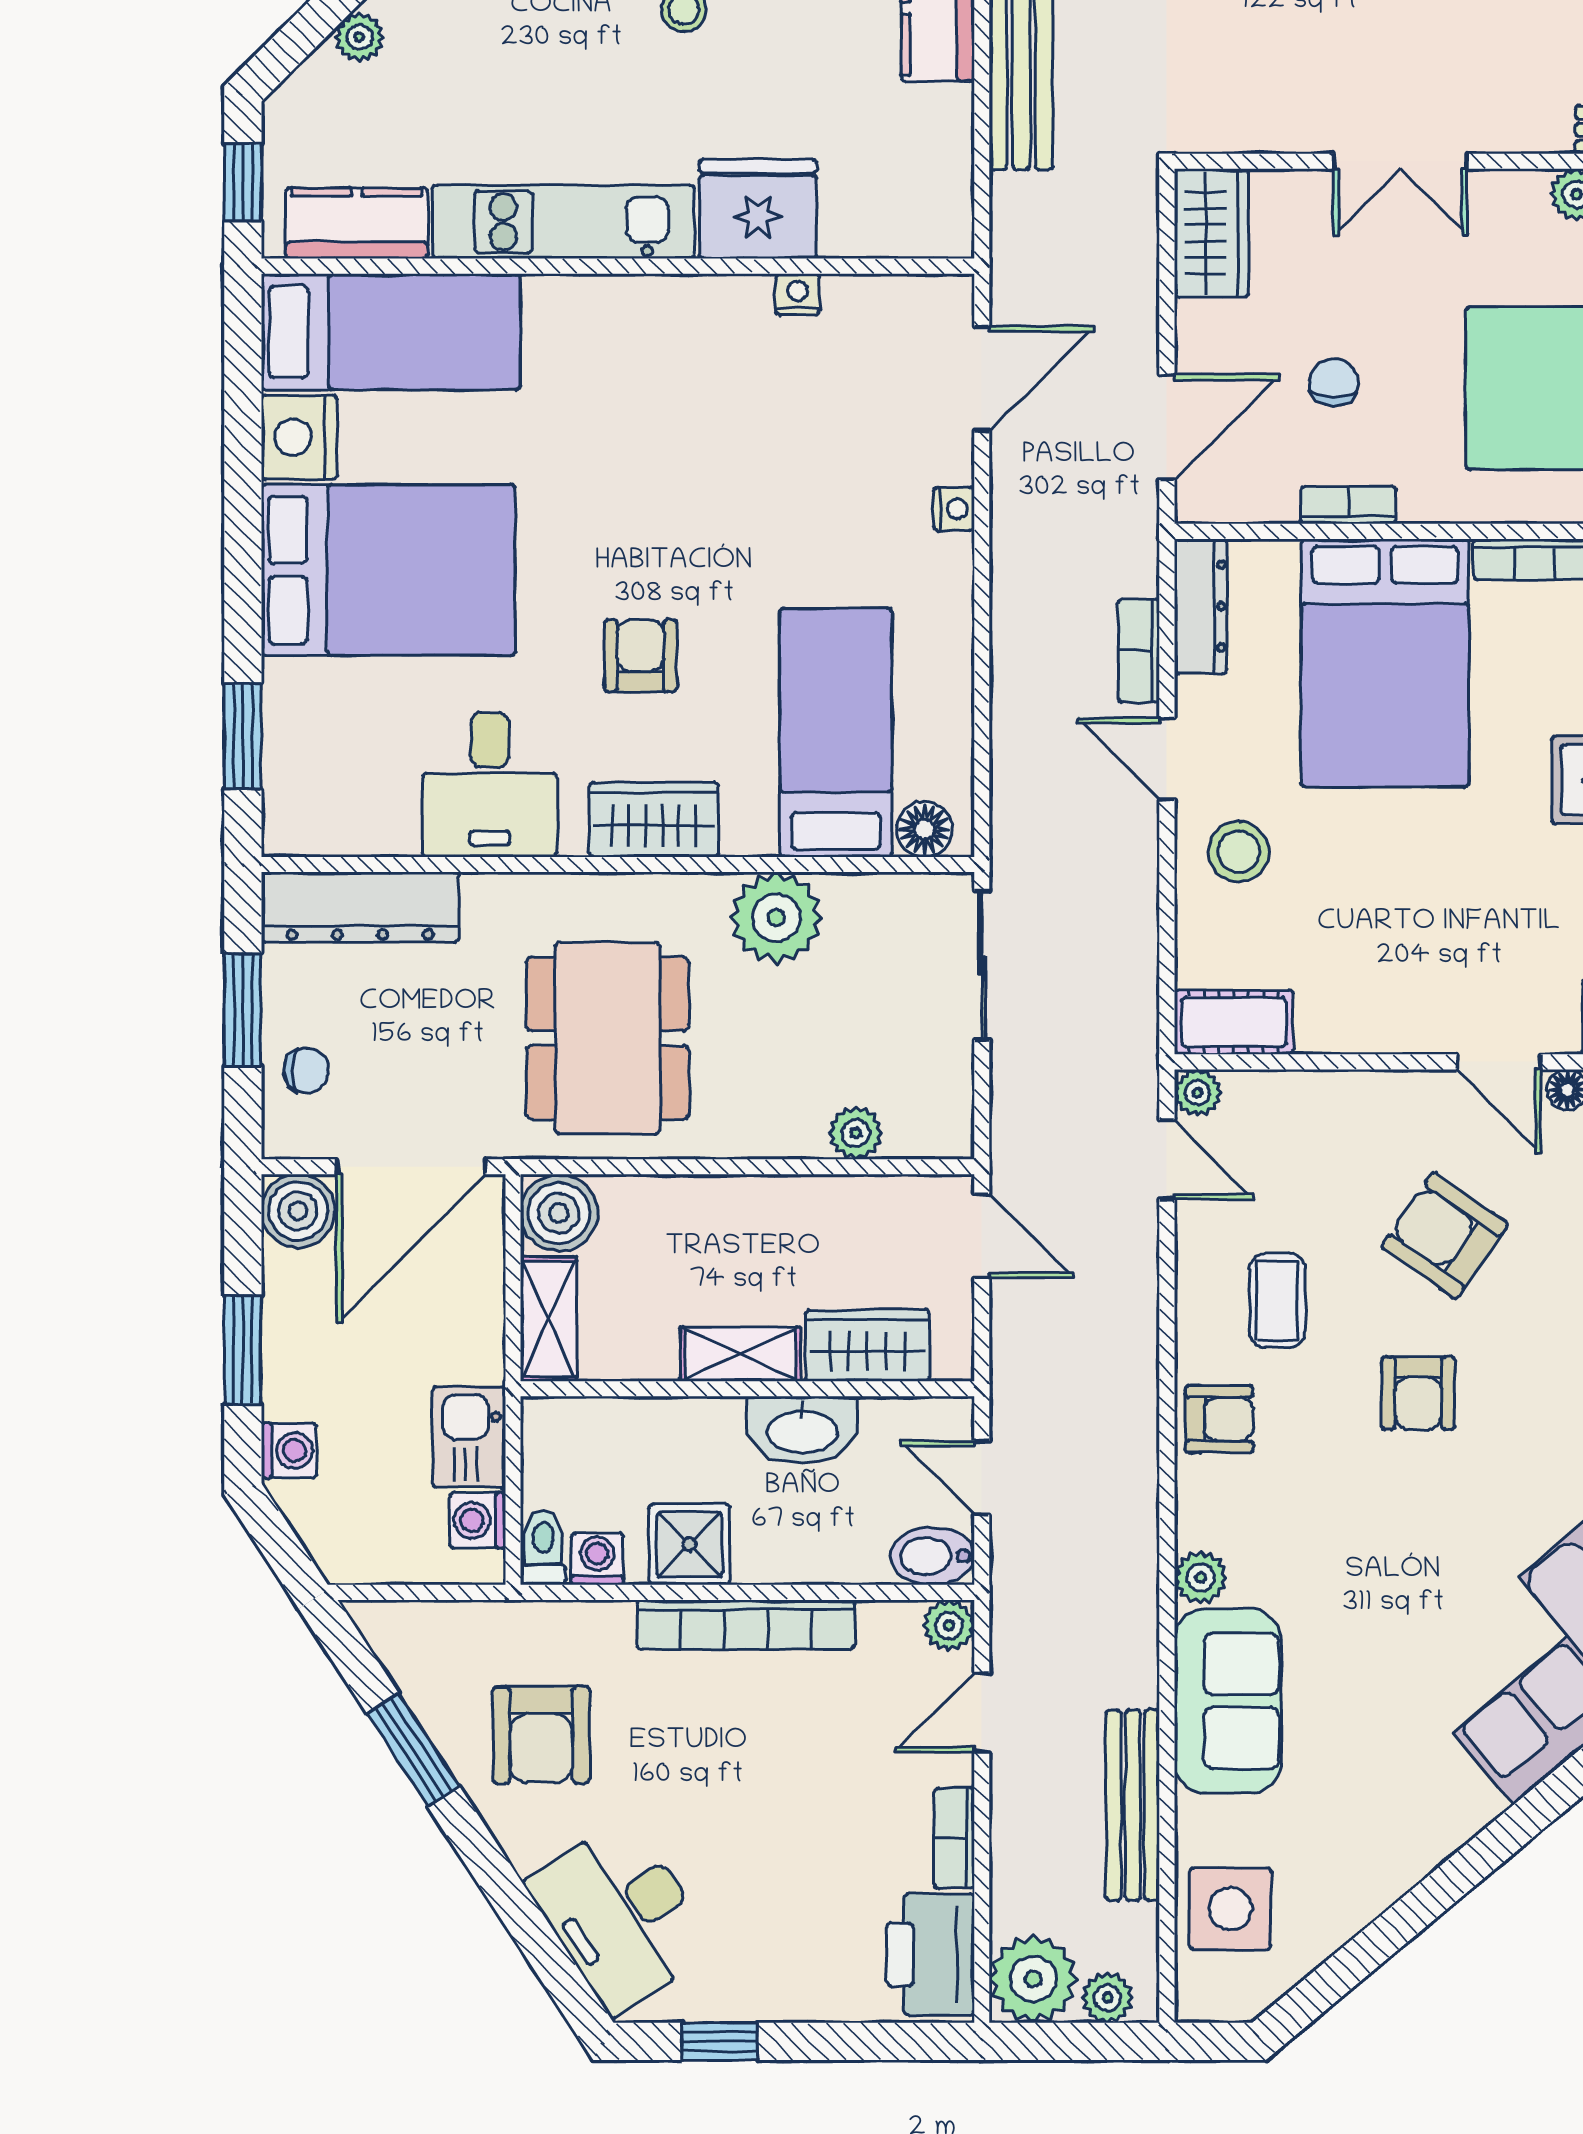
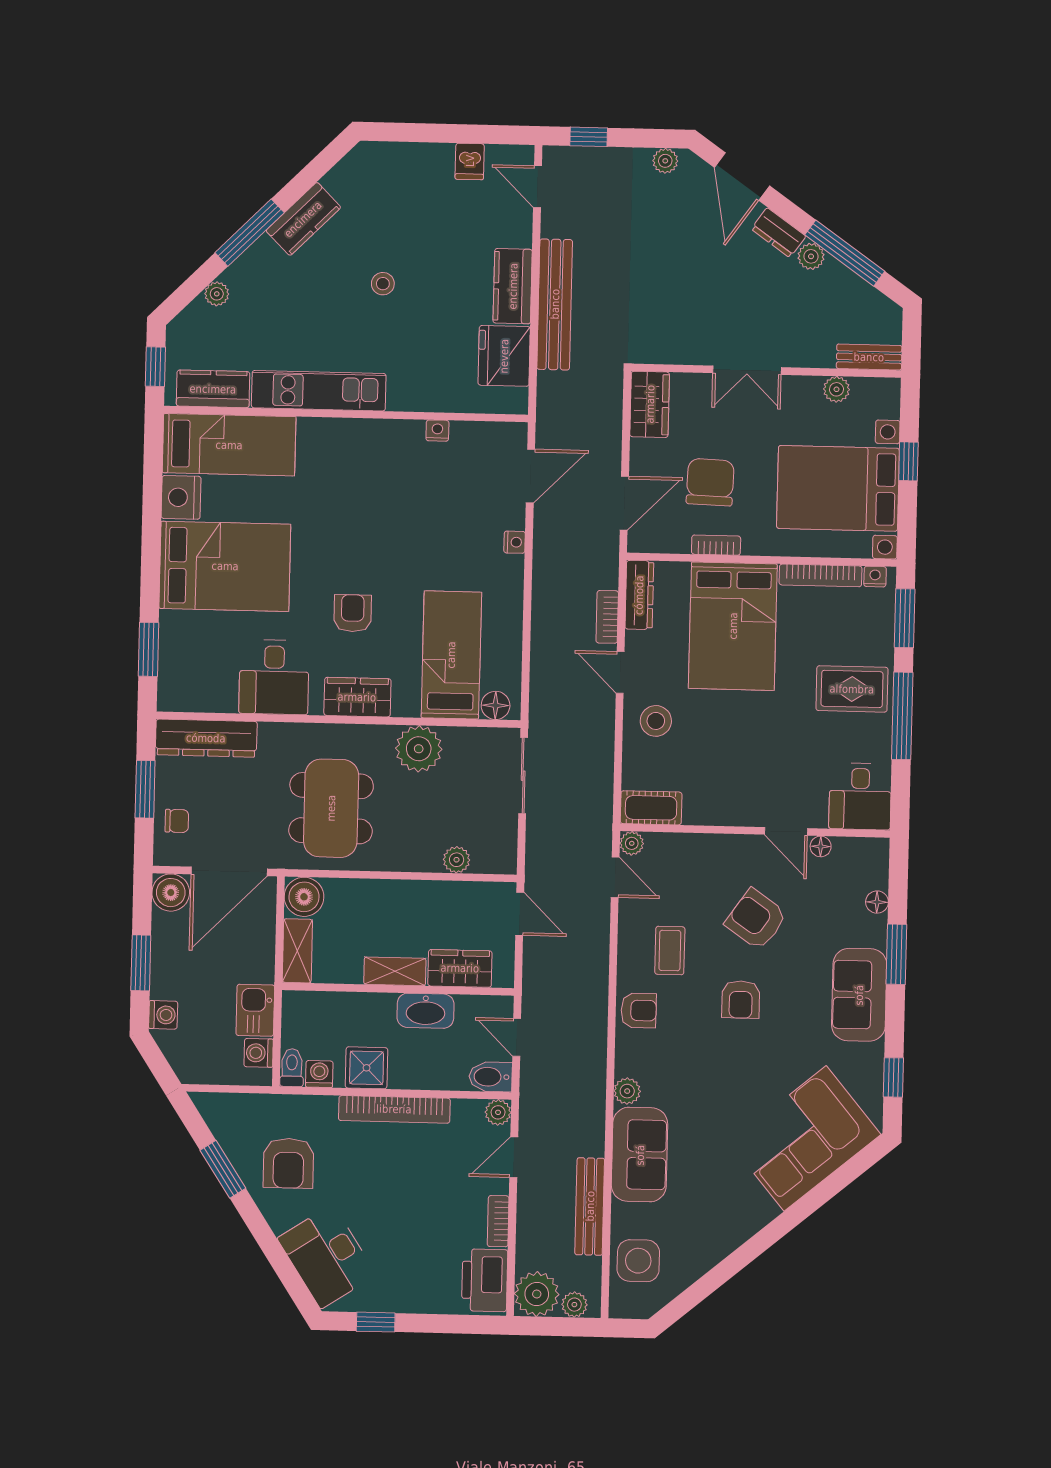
fridge: (758, 209) -> (504, 356), moved, turned -90
chair: (1334, 382) -> (710, 482), width x1.87, depth x1.87

